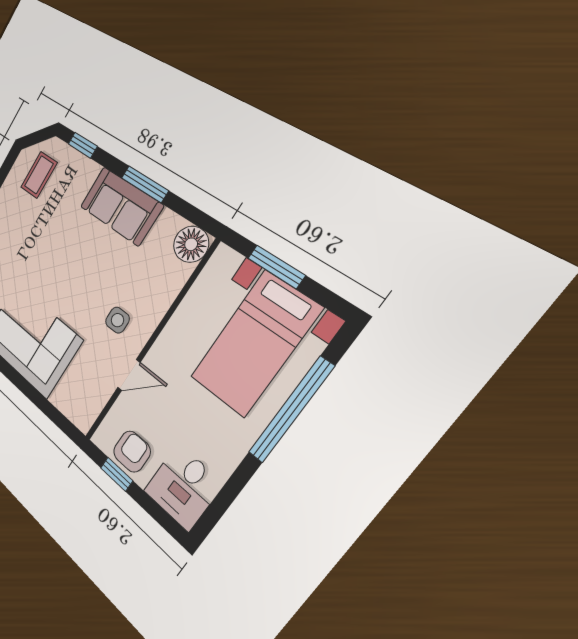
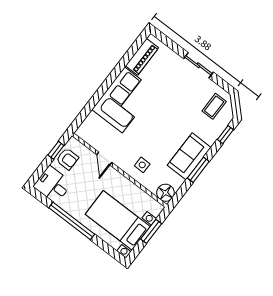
coffee table: (39, 175) -> (214, 106), turned 90
side table: (117, 320) -> (142, 165), moved
window: (291, 410) -> (72, 221), moved

